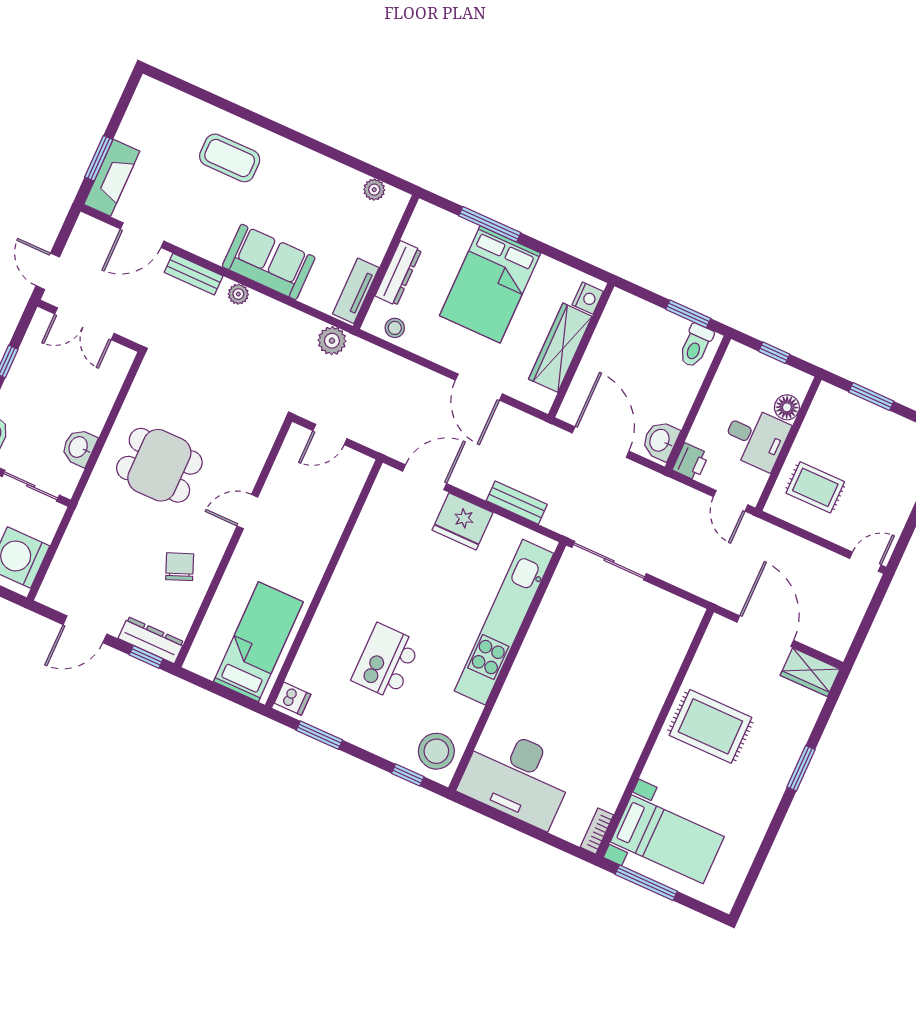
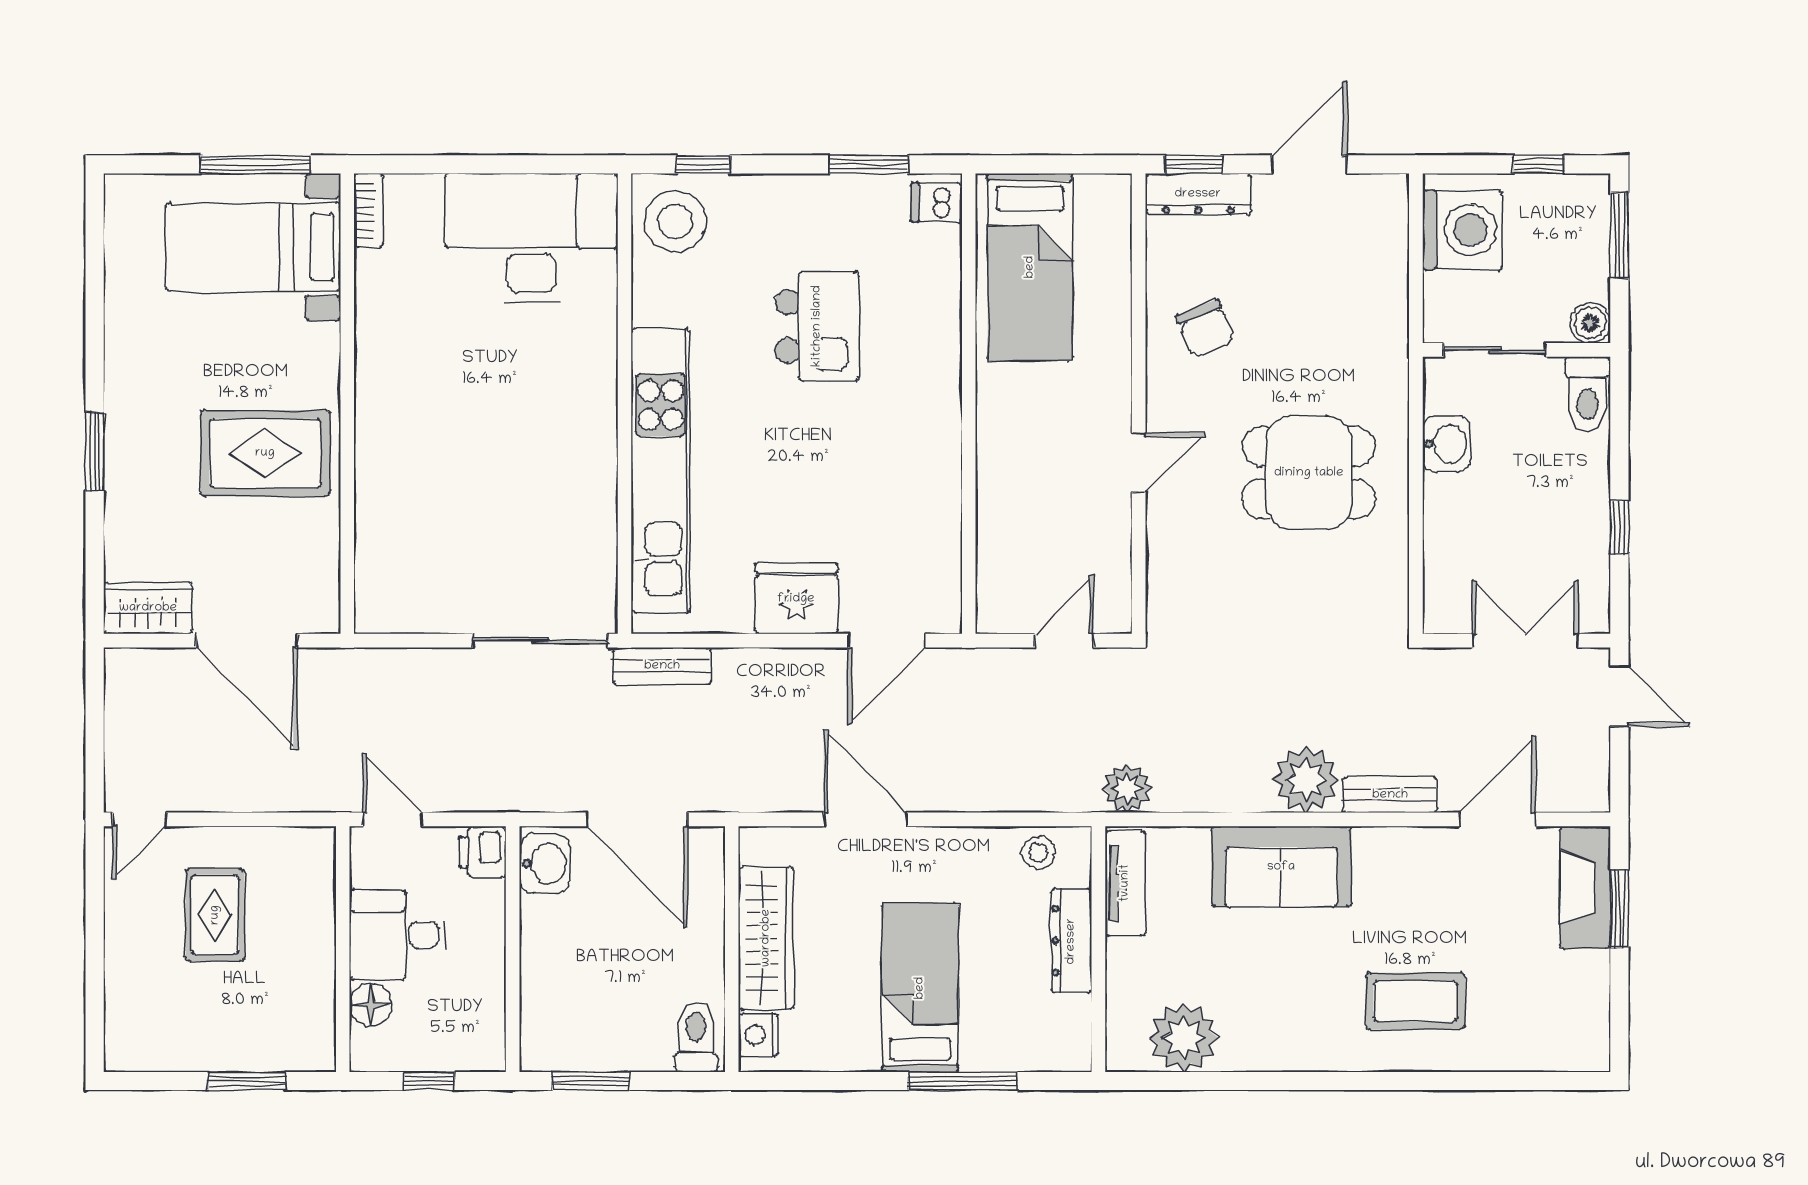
plant: (374, 190) -> (1184, 1038), width x1.87, depth x1.87
bed: (490, 284) -> (920, 988), width x0.67
plant: (238, 294) -> (1306, 780), width x1.88, depth x1.88
toilet: (696, 346) -> (696, 1037), moved
rug: (815, 487) -> (215, 915), moved, turned 90
bench: (517, 503) -> (662, 666), moved

